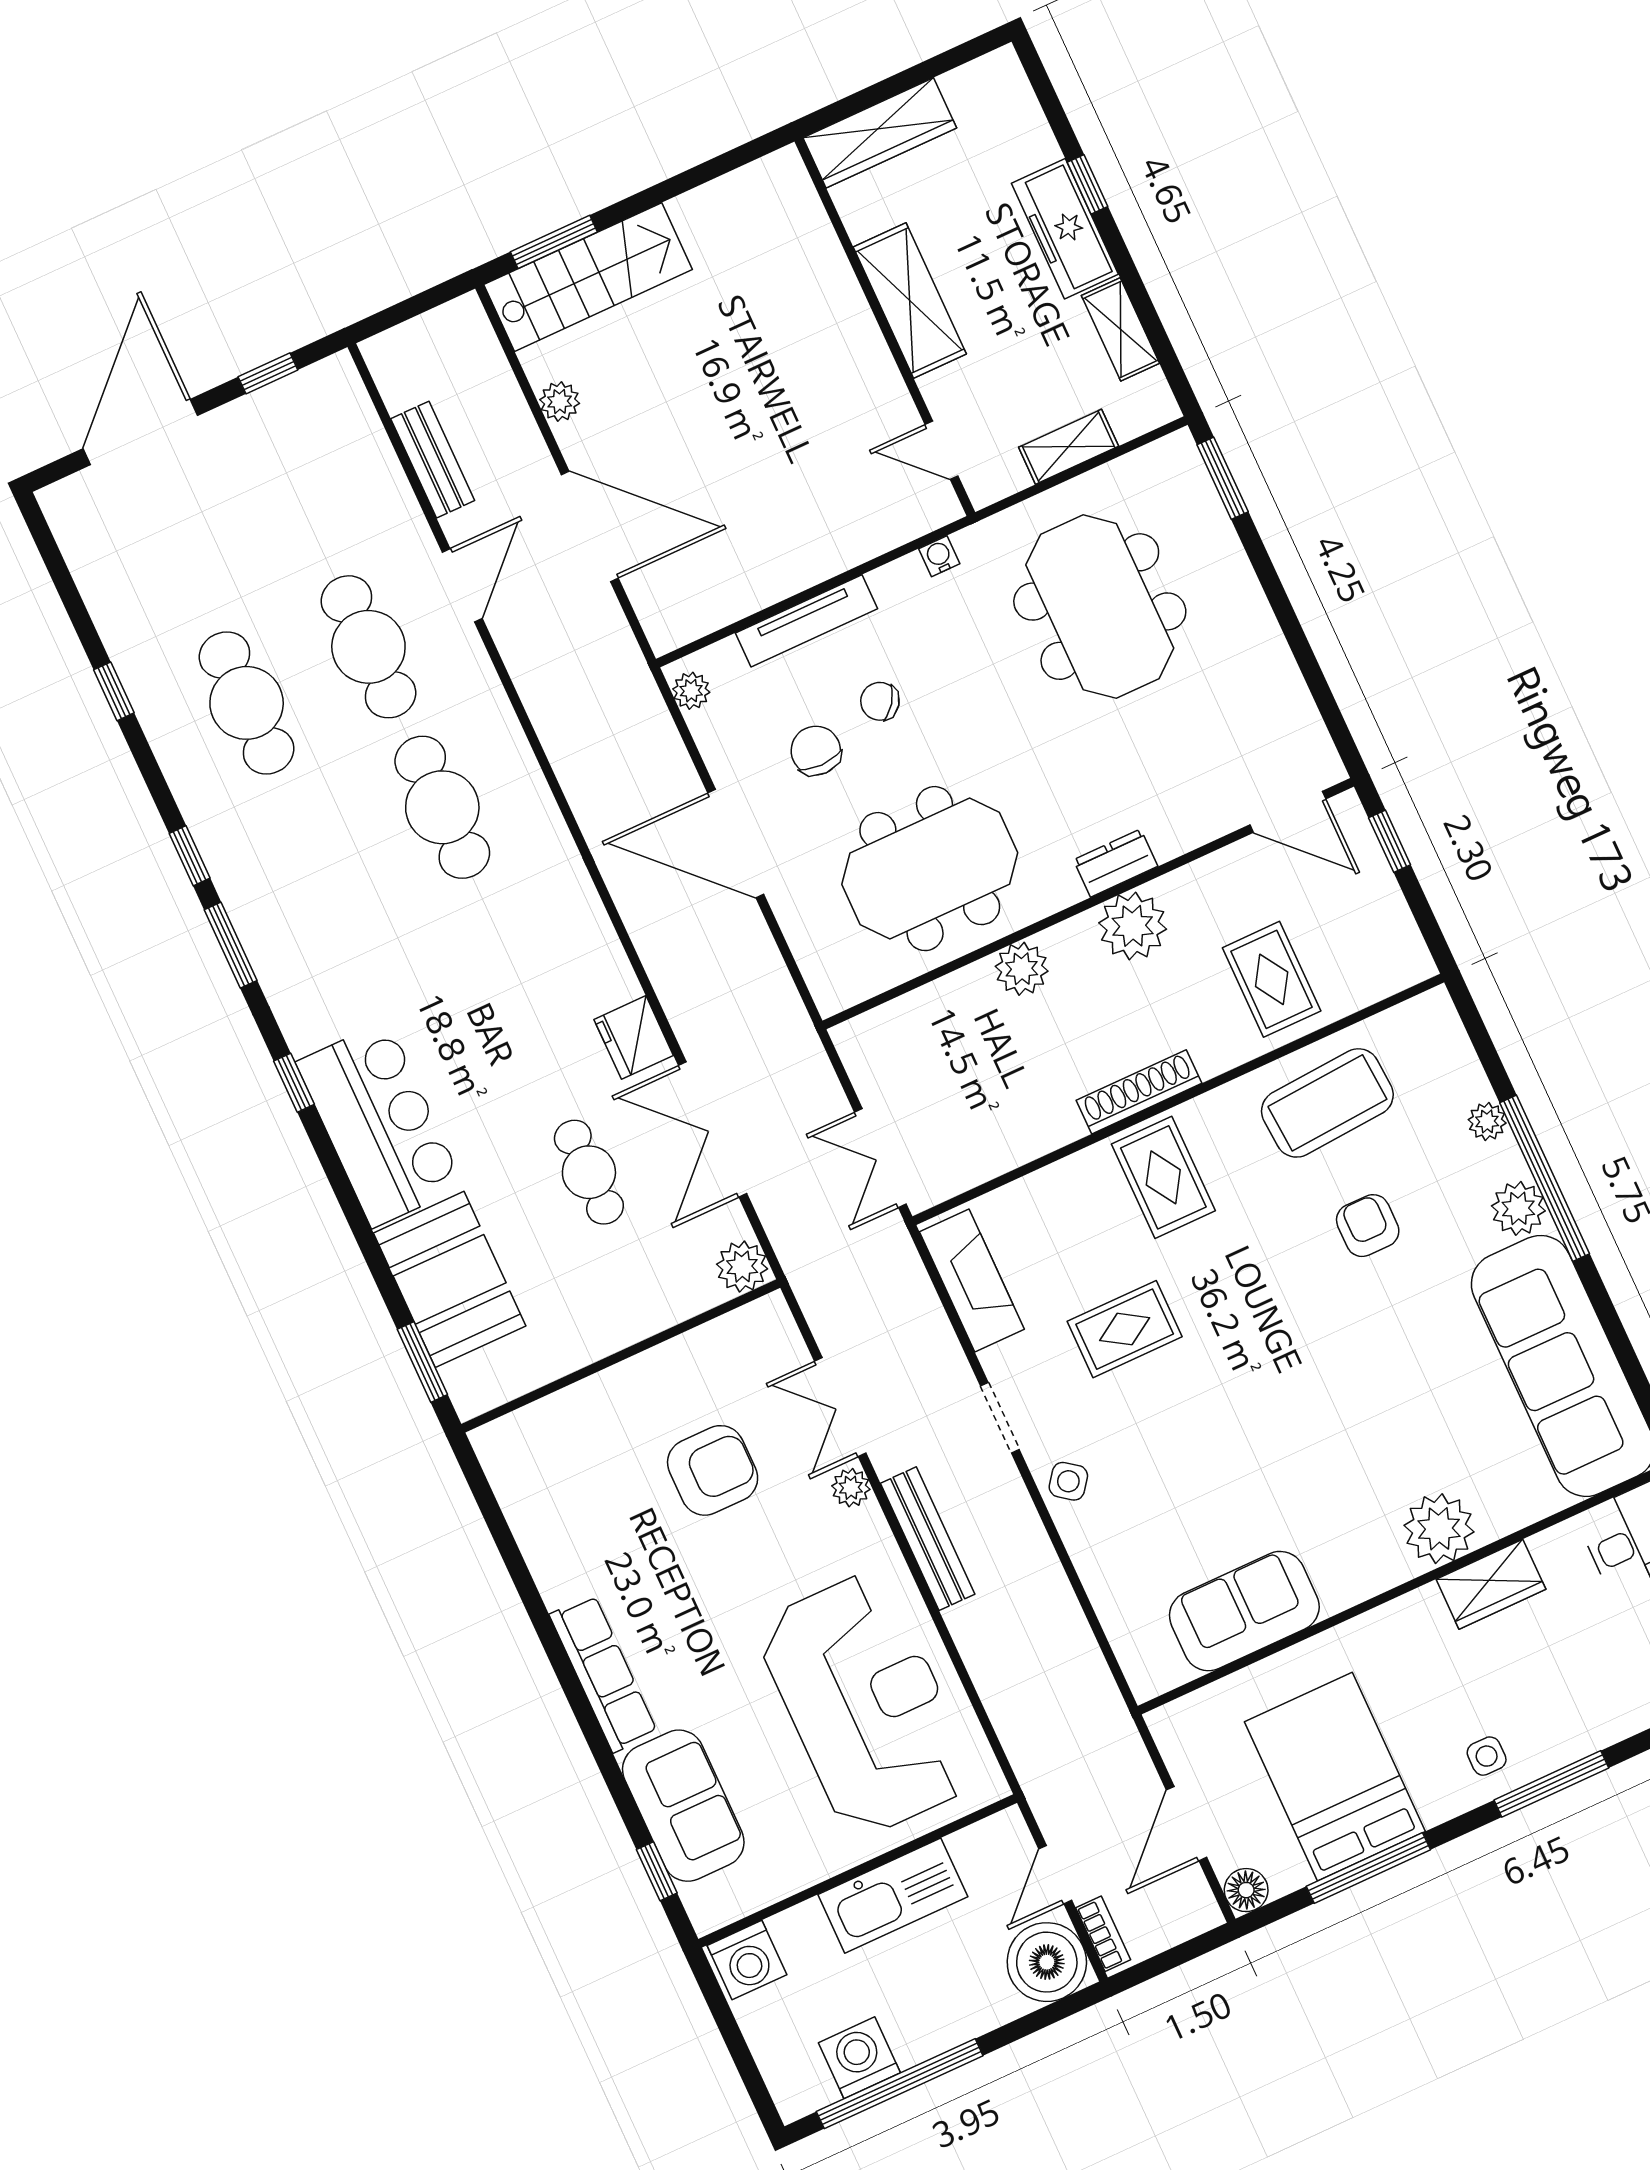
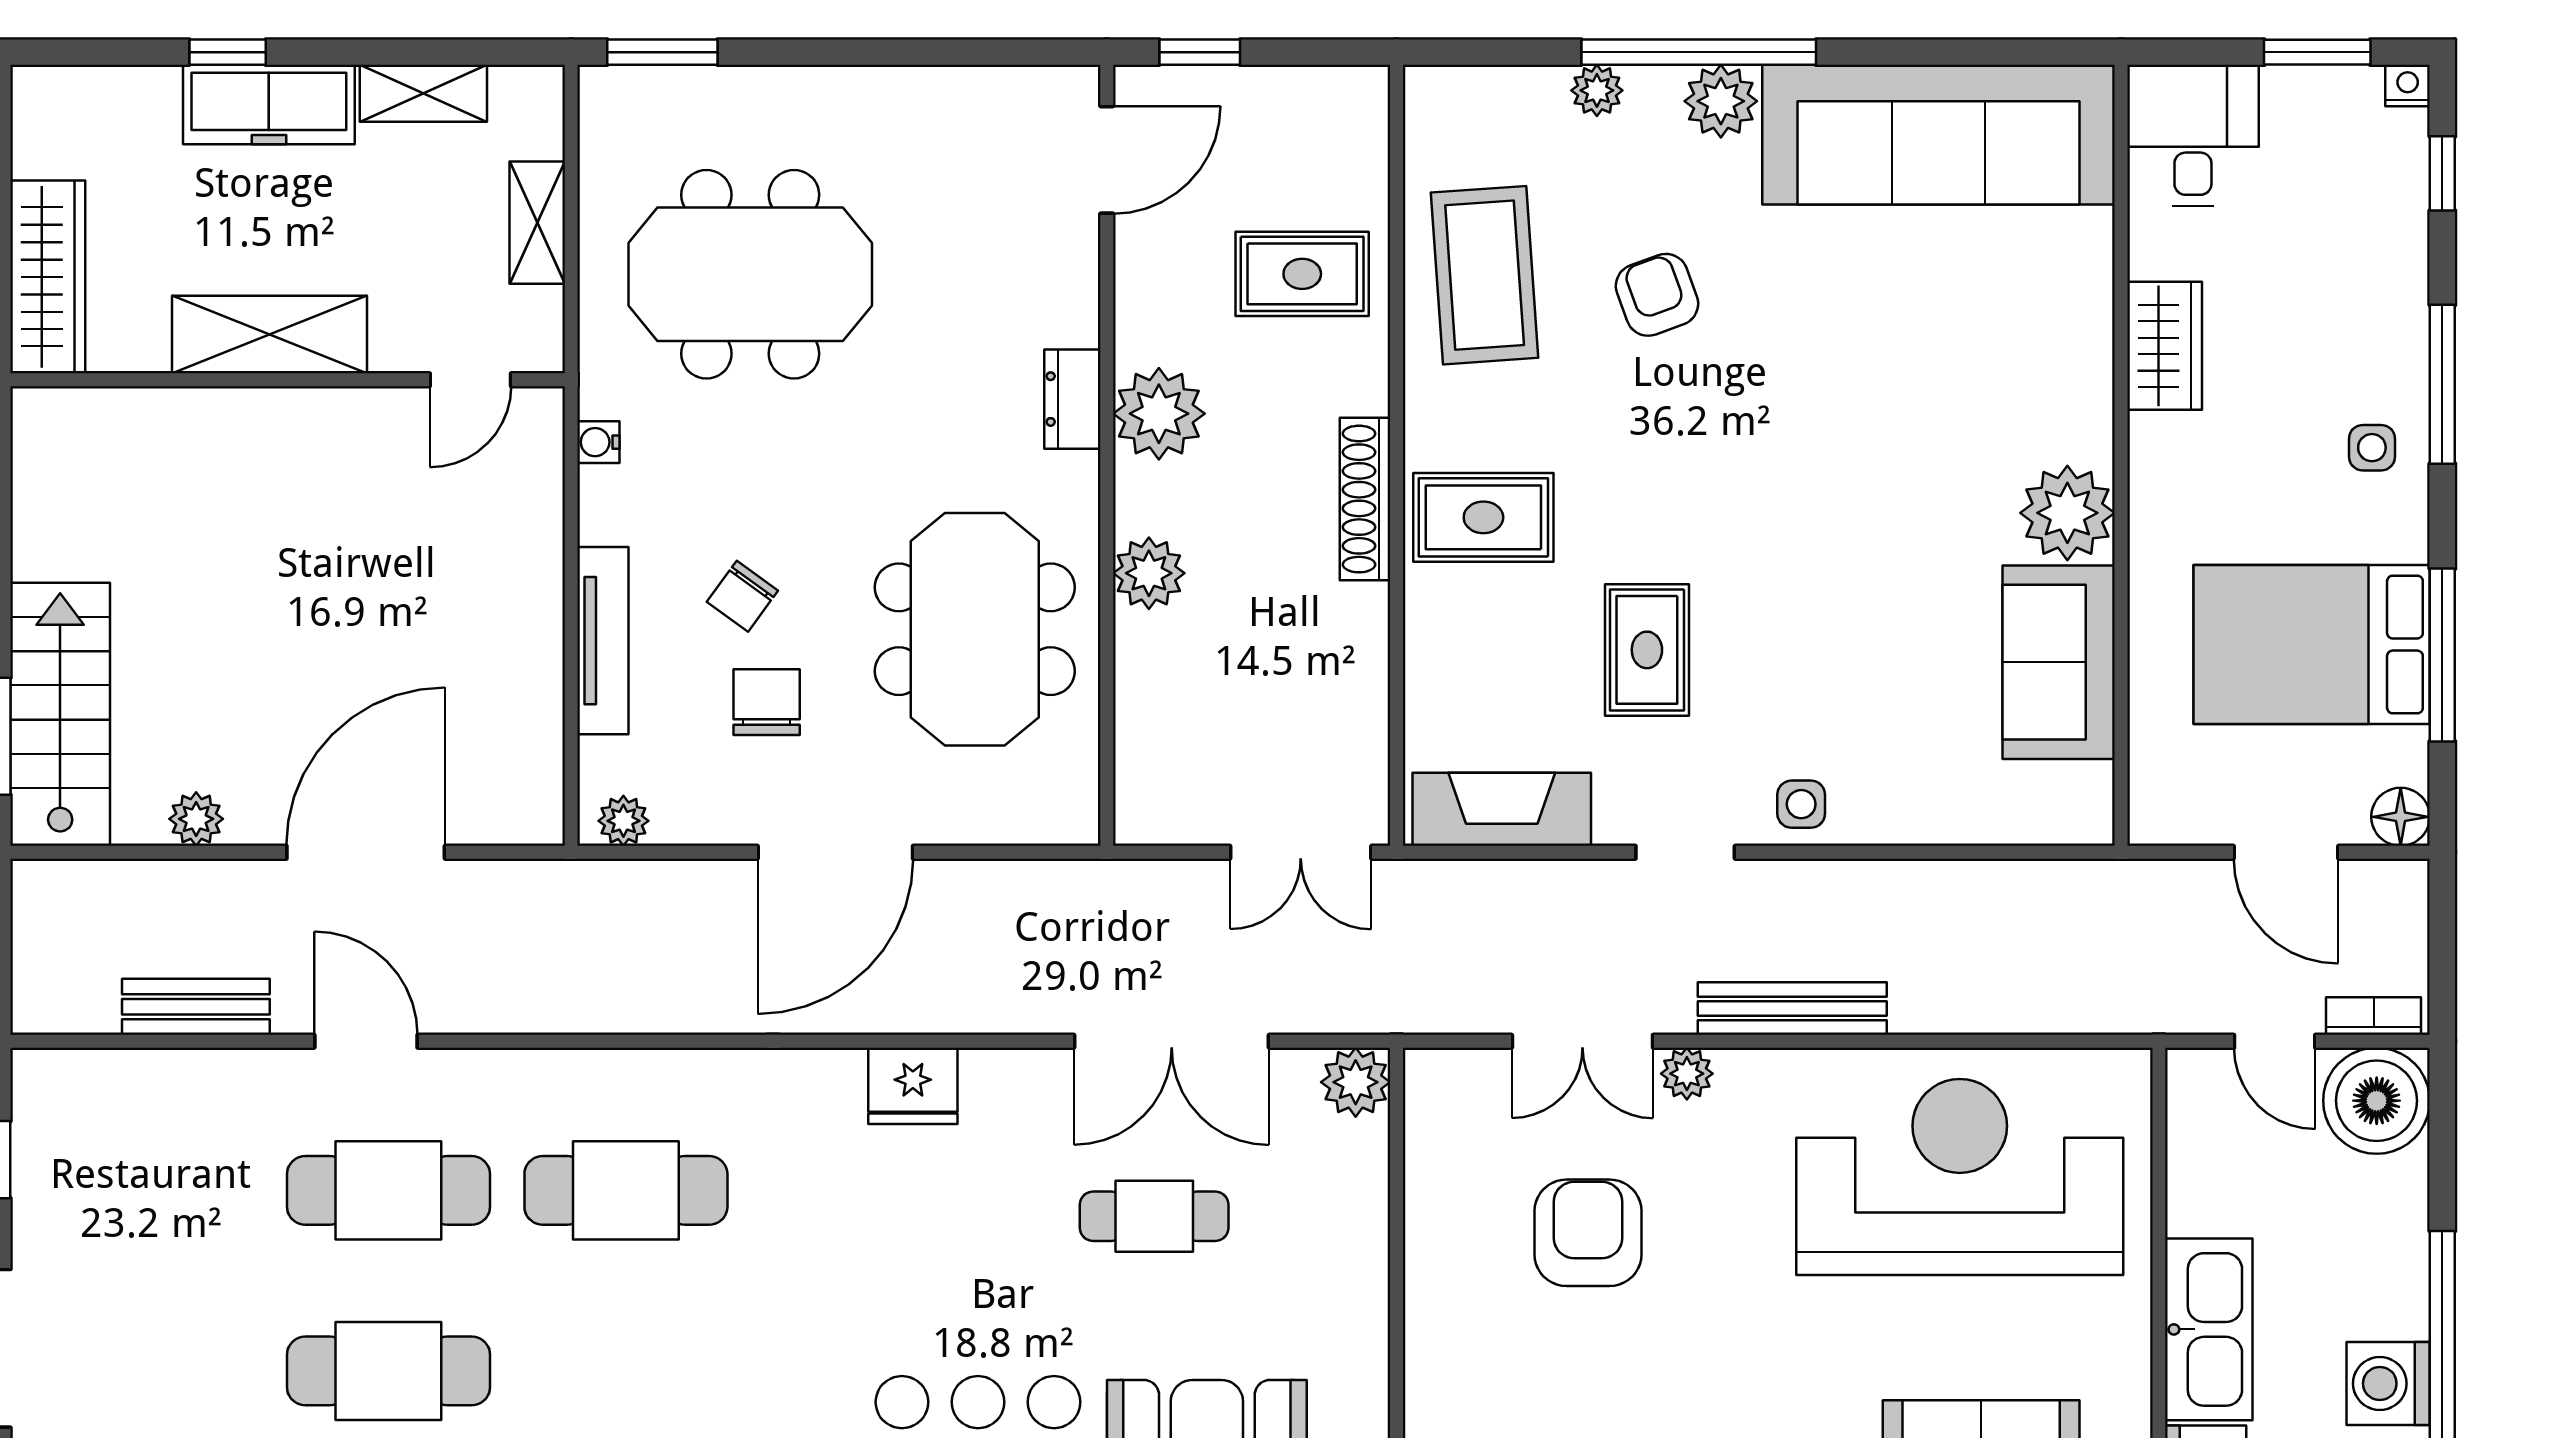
chair: (816, 751) -> (767, 702), turned 90
fridge: (634, 1037) -> (913, 1086), moved
armchair: (1368, 1226) -> (1657, 295), turned 70
side table: (1068, 1481) -> (1801, 804), turned -37
plant: (1439, 1529) -> (2067, 513), moved
kitchen sink: (893, 1896) -> (2209, 1329), moved

